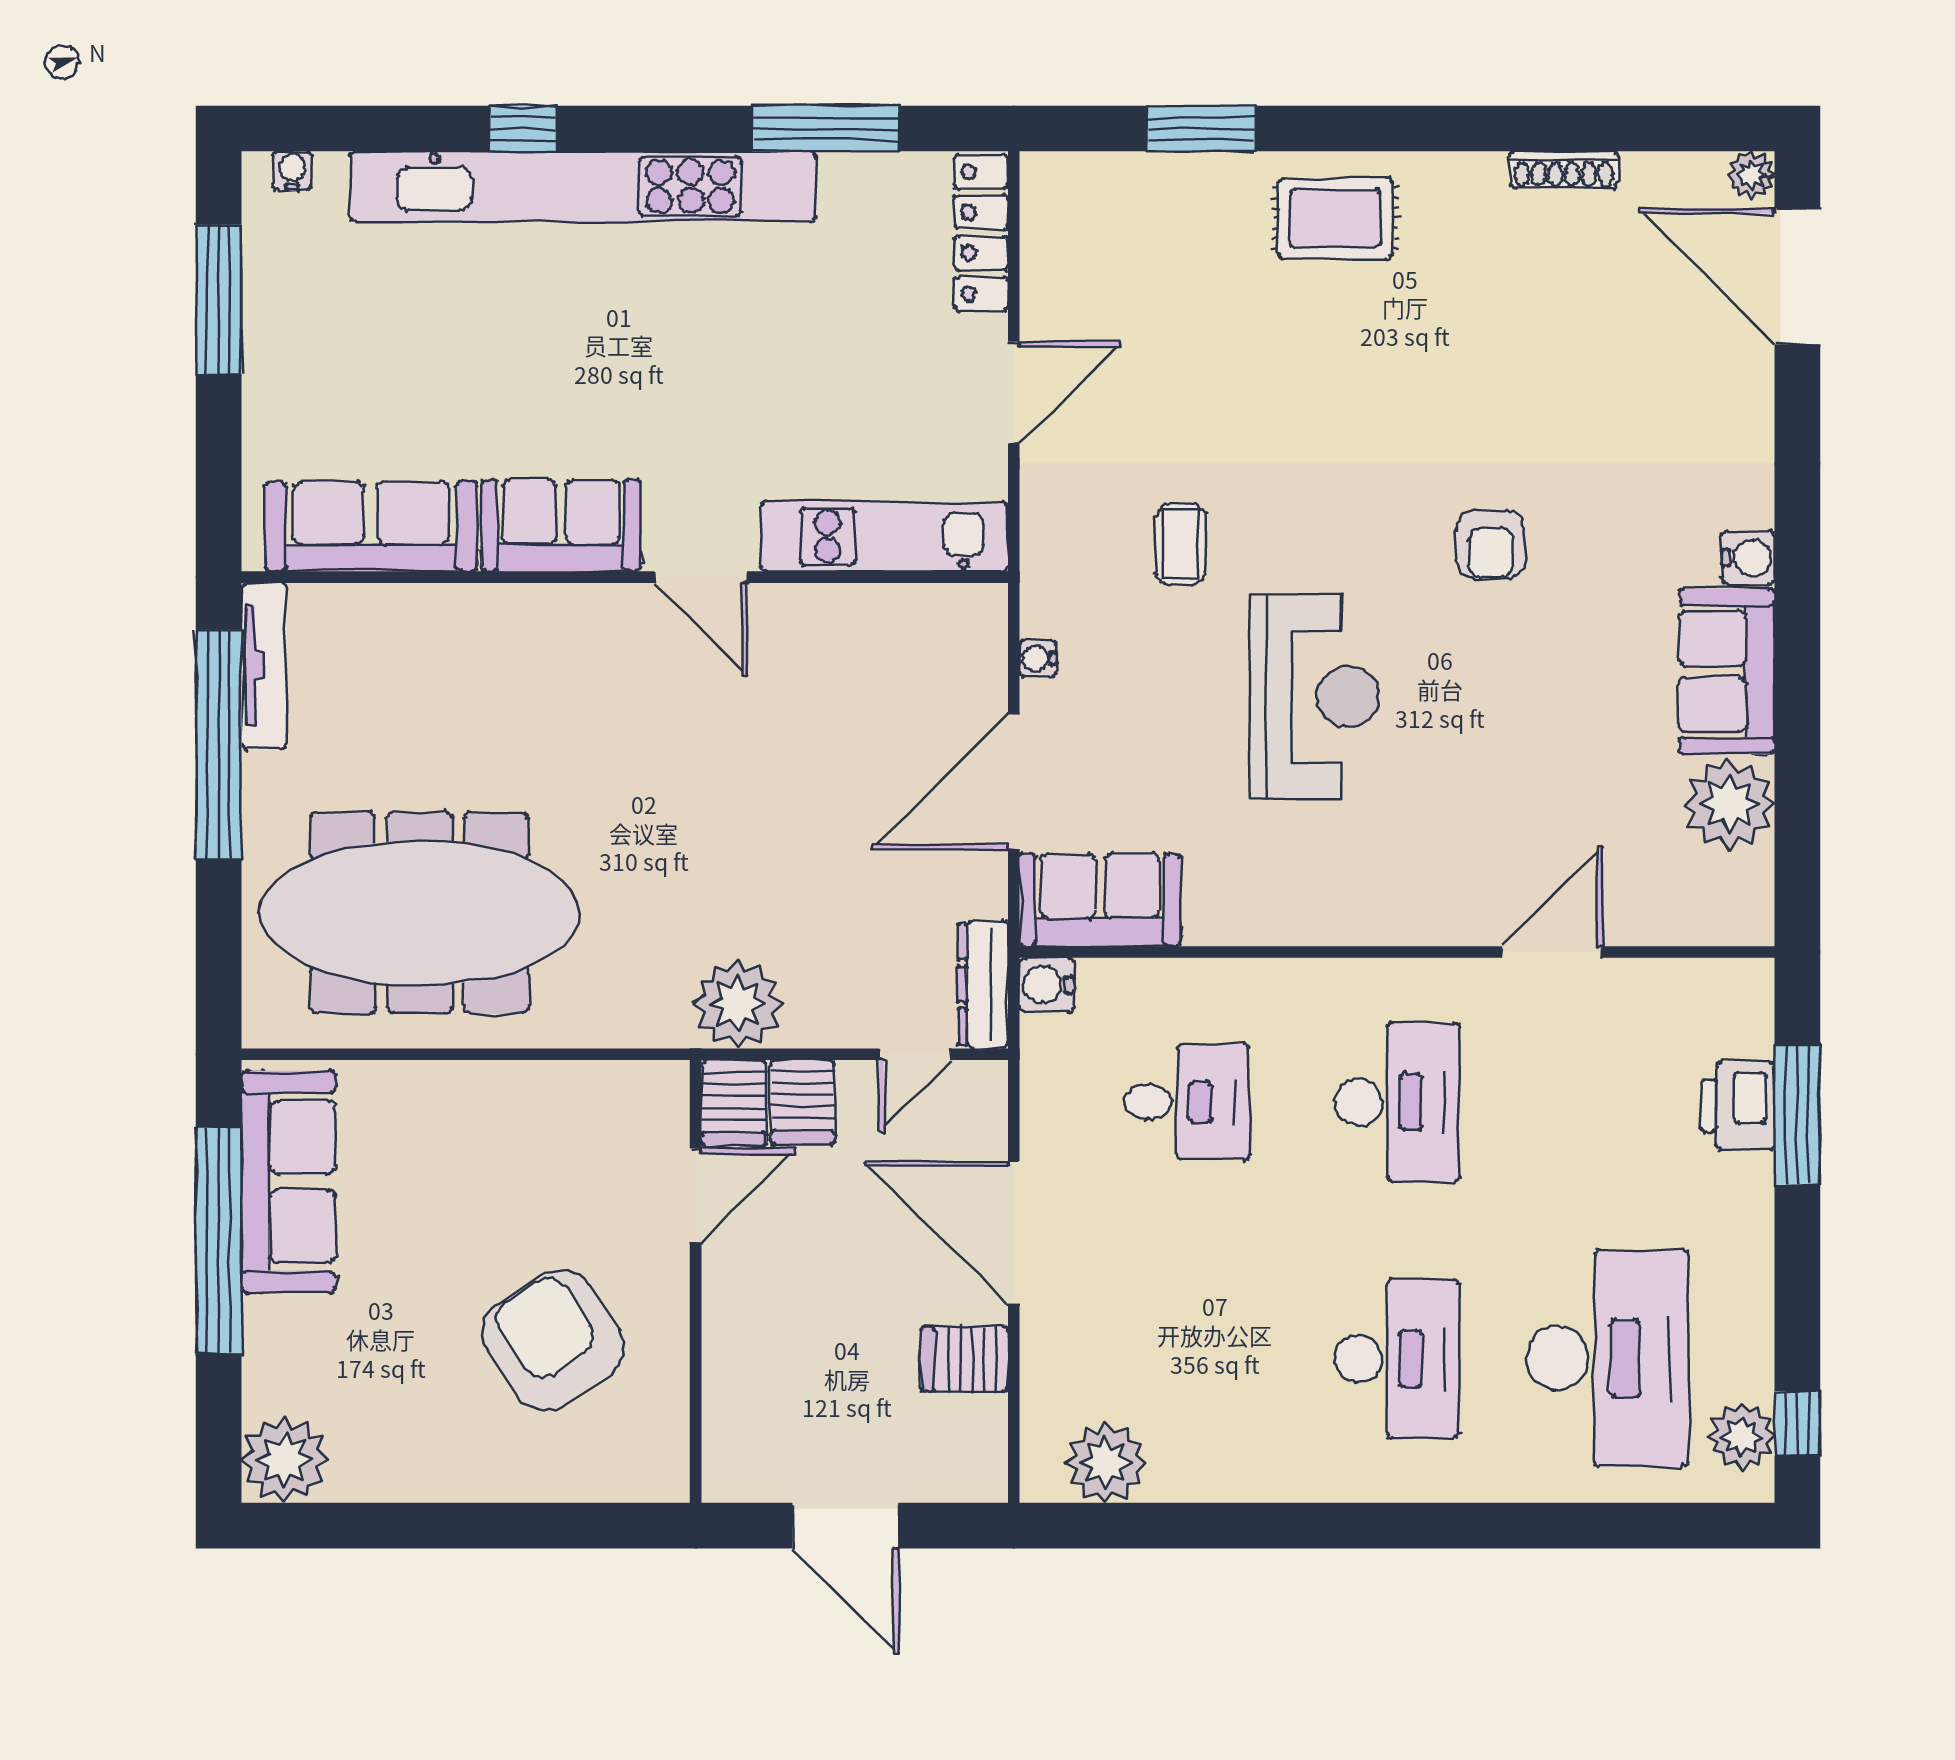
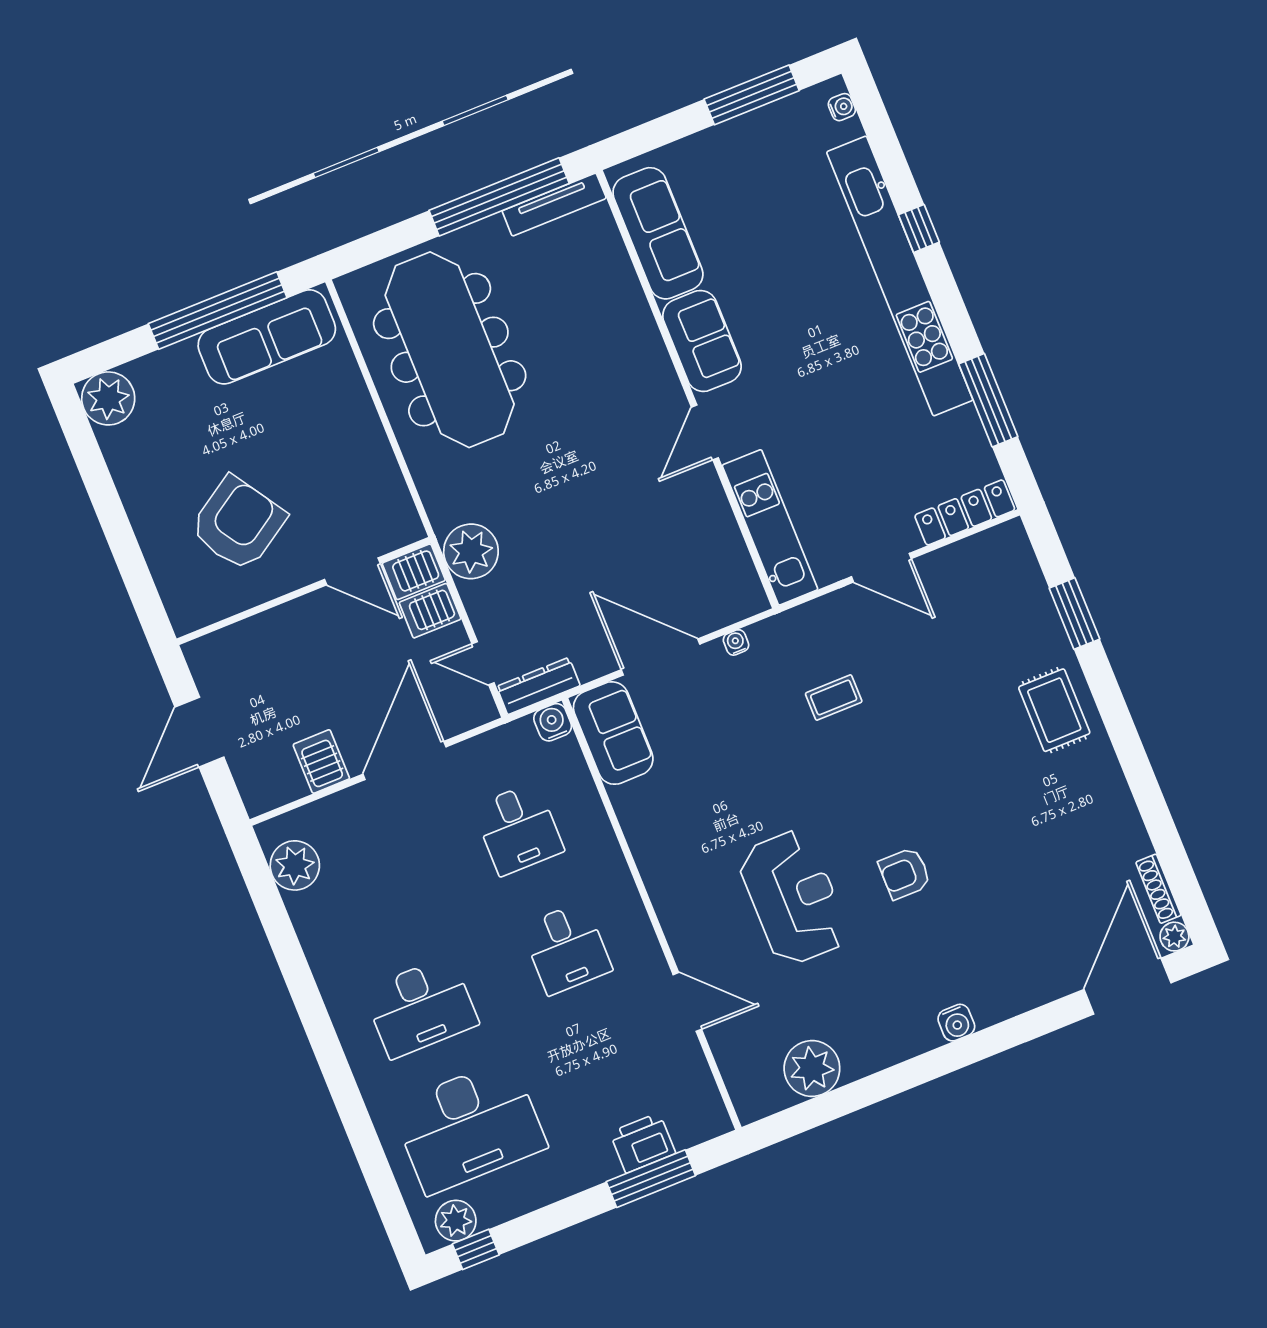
shoe rack: (1564, 170) -> (1158, 889), moved
sofa: (1727, 671) -> (887, 1037), removed
reception desk: (1315, 697) -> (793, 898), moved, turned -90
desk: (1397, 1102) -> (566, 948), width x0.73

